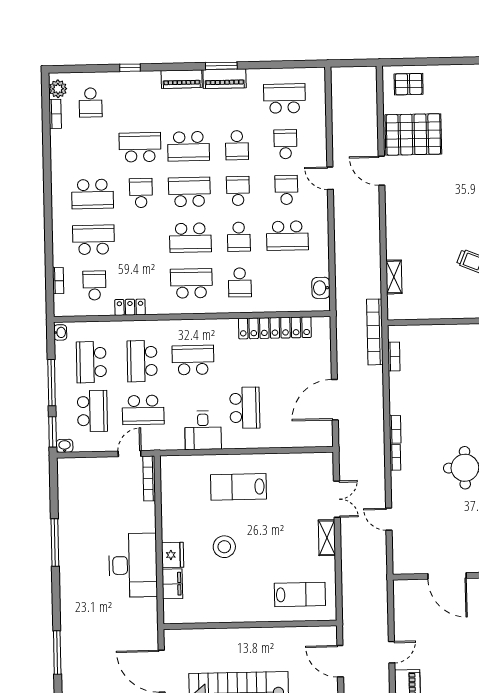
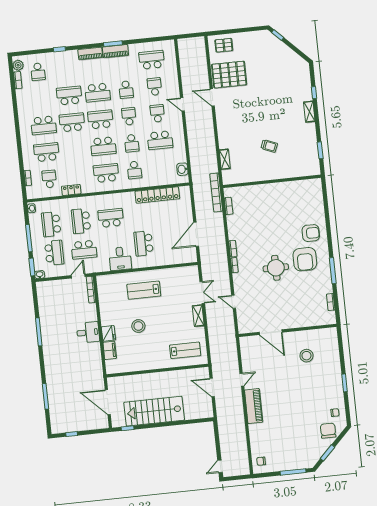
school desk: (141, 193) -> (72, 122), width x1.85
school desk: (245, 408) -> (144, 243), turned 180
desk: (133, 565) -> (88, 332), width x0.53, depth x0.77

